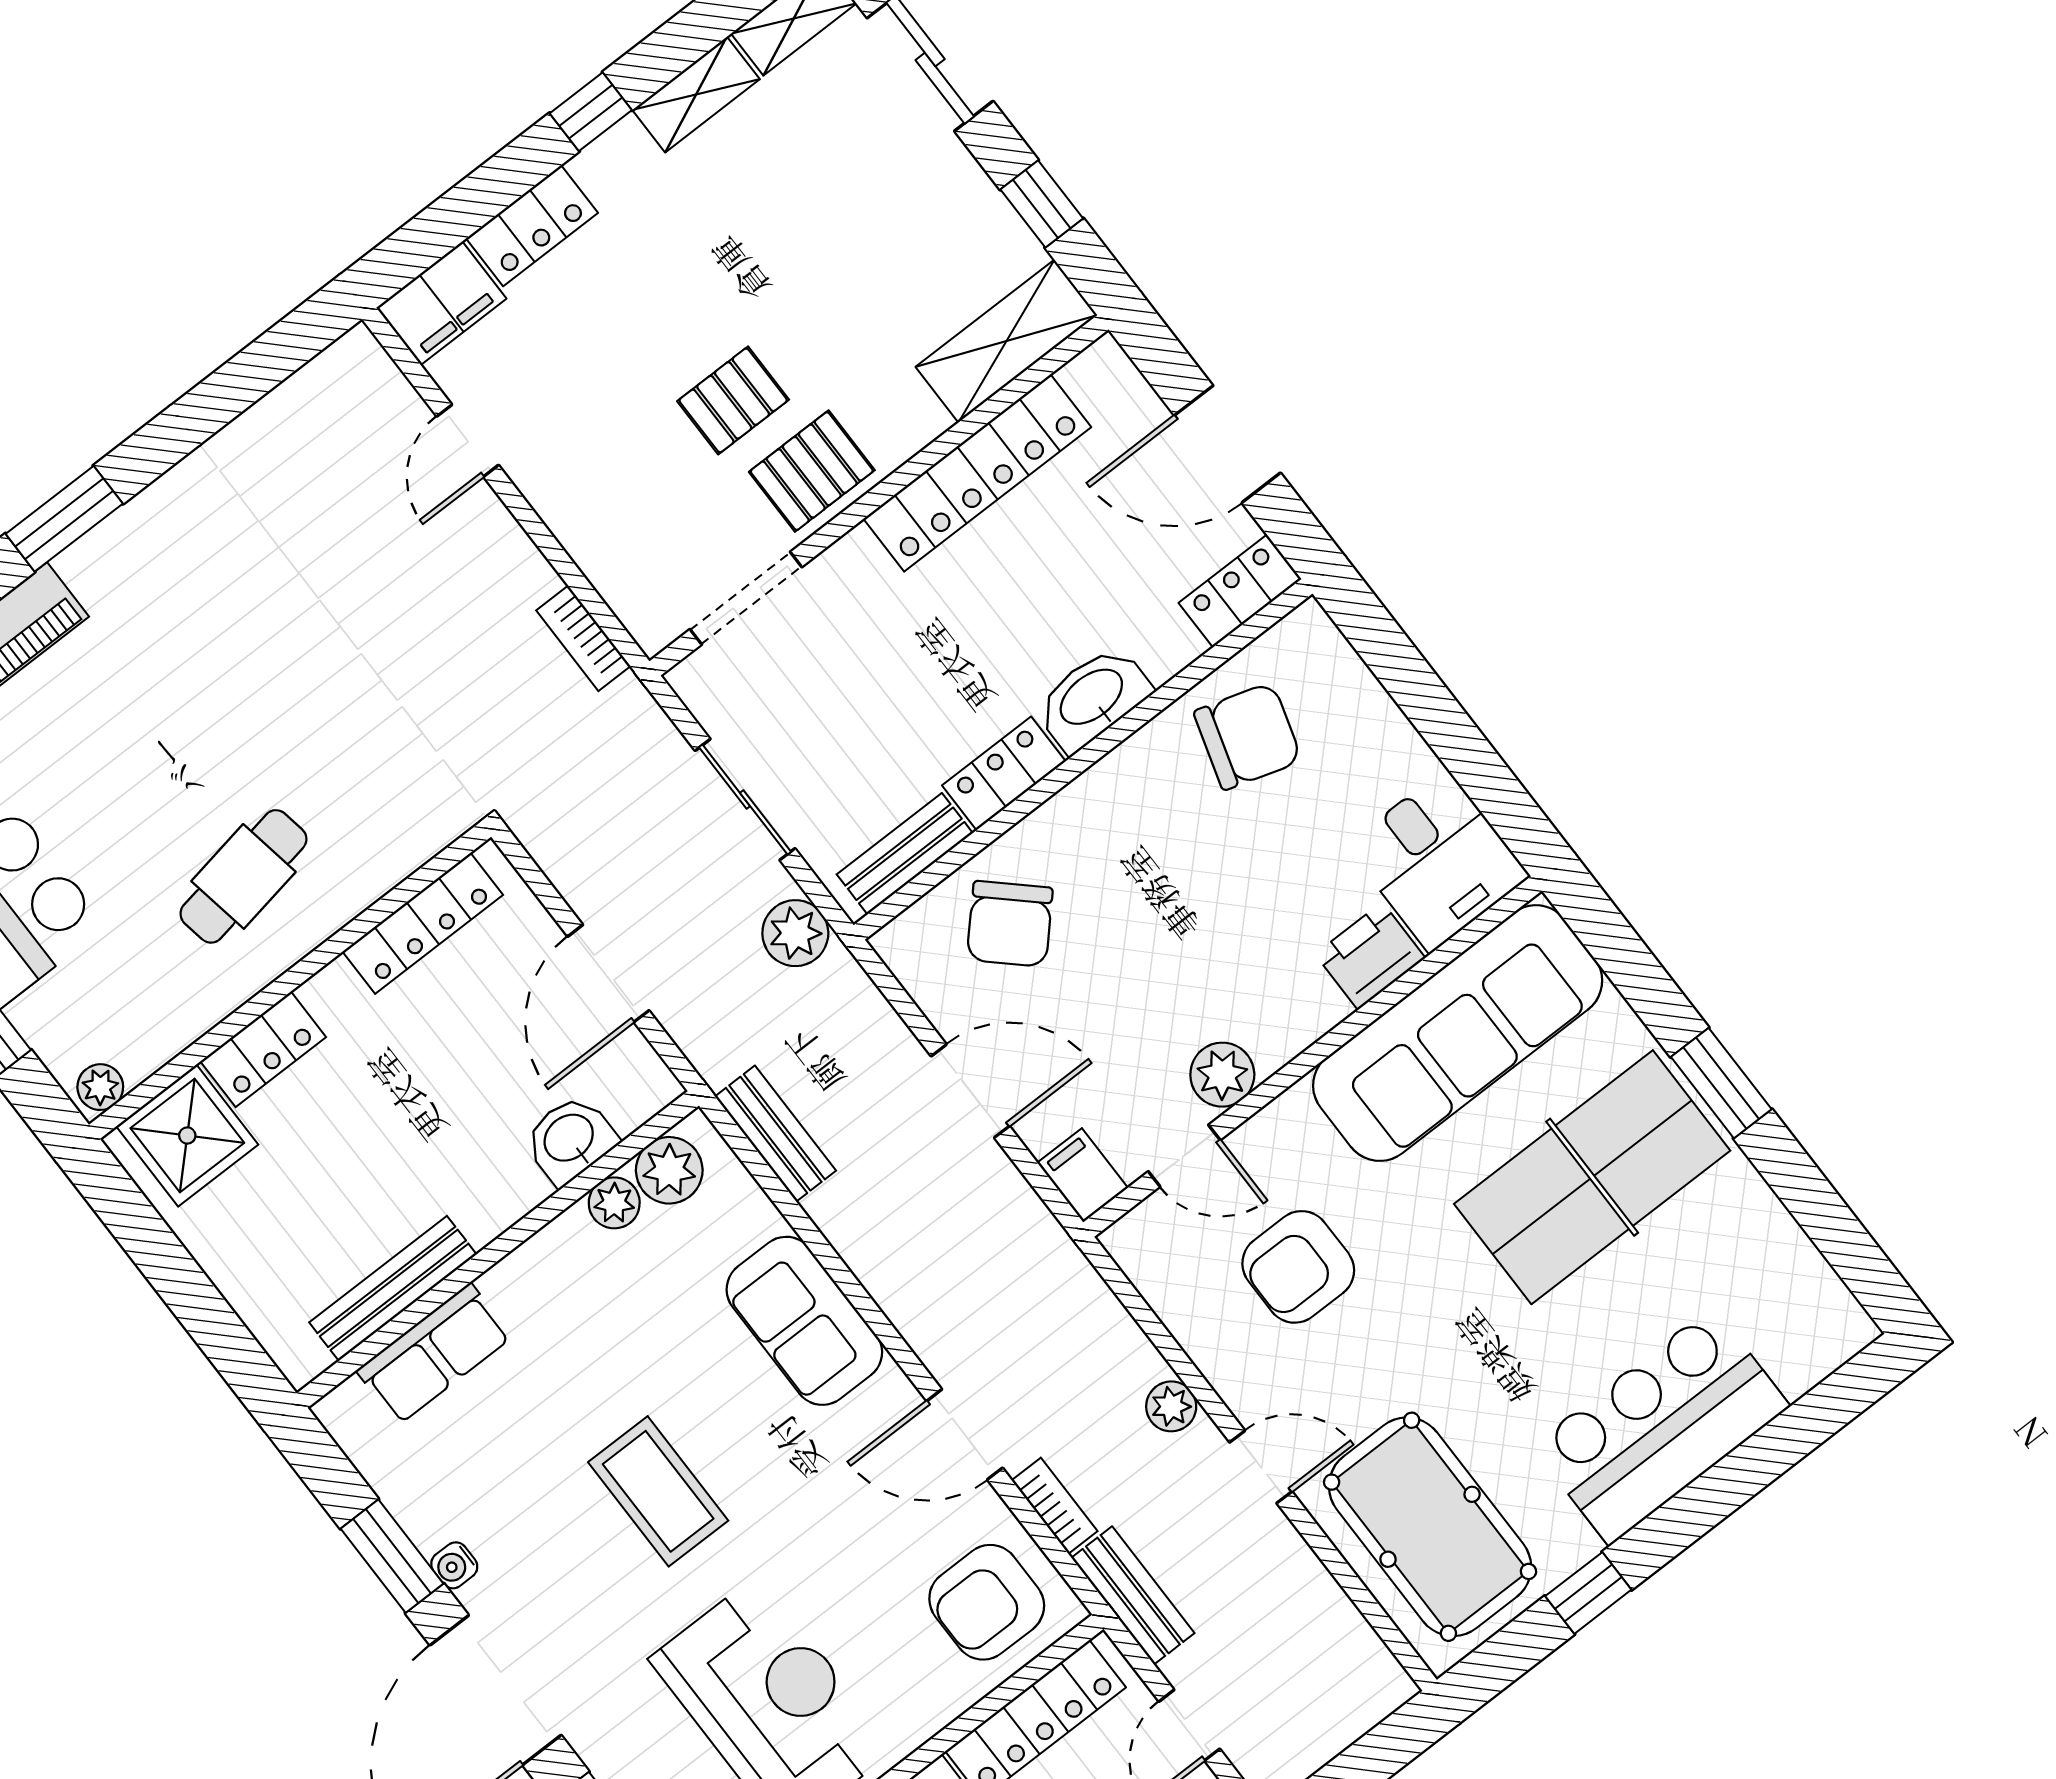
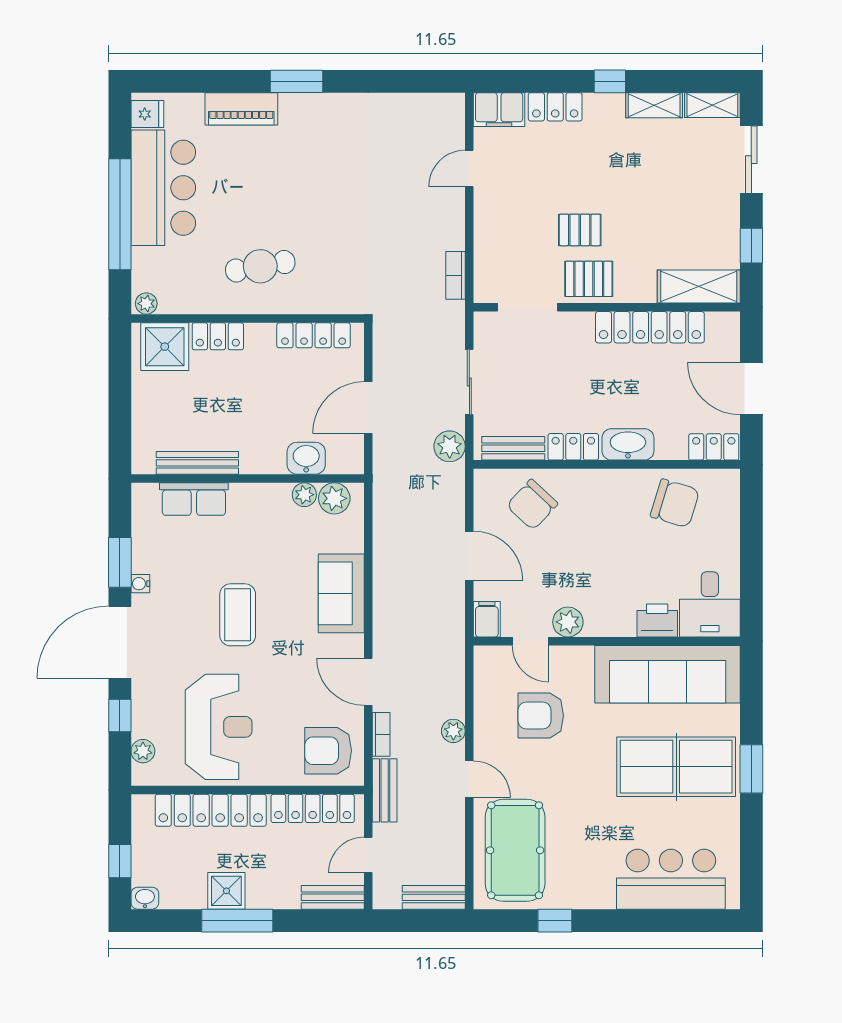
bench: (775, 1134) -> (434, 897), moved, turned 90
bar counter: (1661, 1426) -> (671, 879), moved

